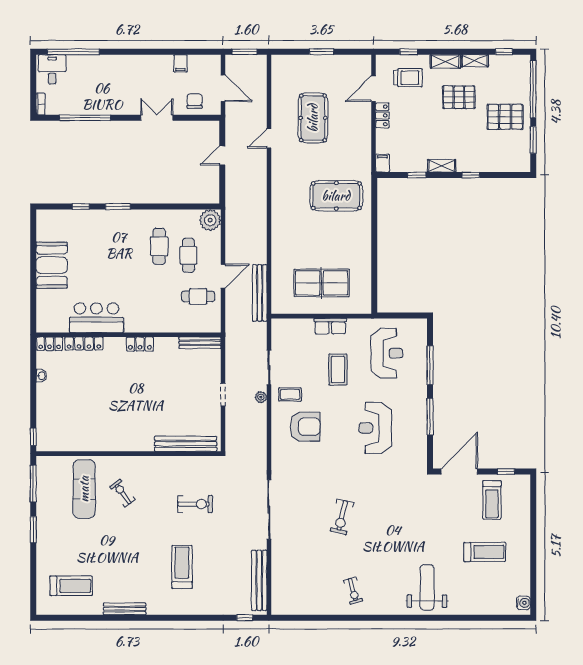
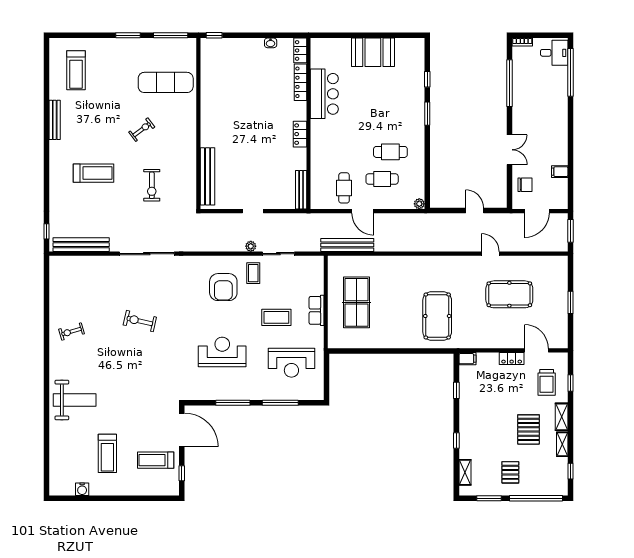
pallet: (505, 117) -> (510, 472), width x0.67, depth x0.71
shelving: (442, 166) -> (465, 472), moved
plant: (210, 220) -> (419, 204), width x0.53, depth x0.53
exercise bike: (122, 493) -> (142, 130), moved
water cooler: (523, 603) -> (82, 489), moved

